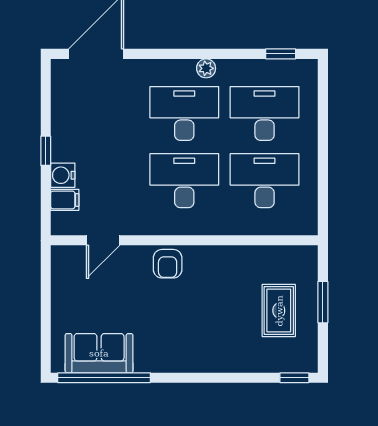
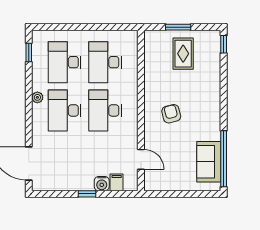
armchair: (168, 264) -> (171, 114), moved, turned -104
rug: (279, 311) -> (183, 54), turned 90

